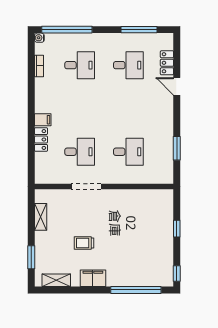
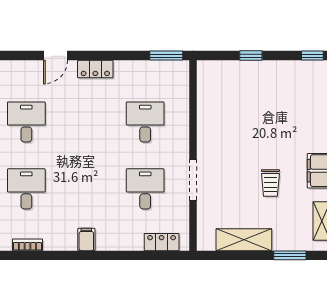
locker: (167, 63) -> (95, 69), moved
filing cabinet: (43, 120) -> (86, 239), moved
locker: (41, 140) -> (162, 242), moved
window: (177, 148) -> (166, 56), moved
shelving: (41, 217) -> (244, 240), width x1.50, depth x1.33

